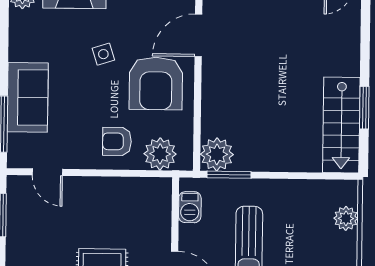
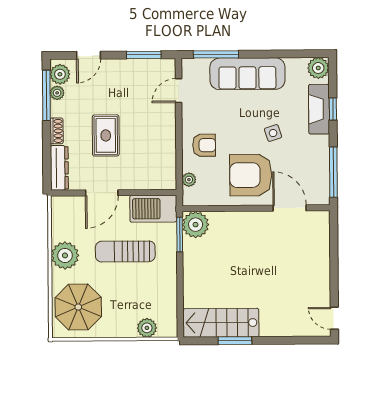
sofa: (28, 97) -> (247, 74), width x1.36
armchair: (117, 141) -> (204, 145), turned 90
plant: (160, 154) -> (189, 180), width x0.53, depth x0.53
barbecue: (190, 207) -> (153, 209), width x1.88, depth x1.53

